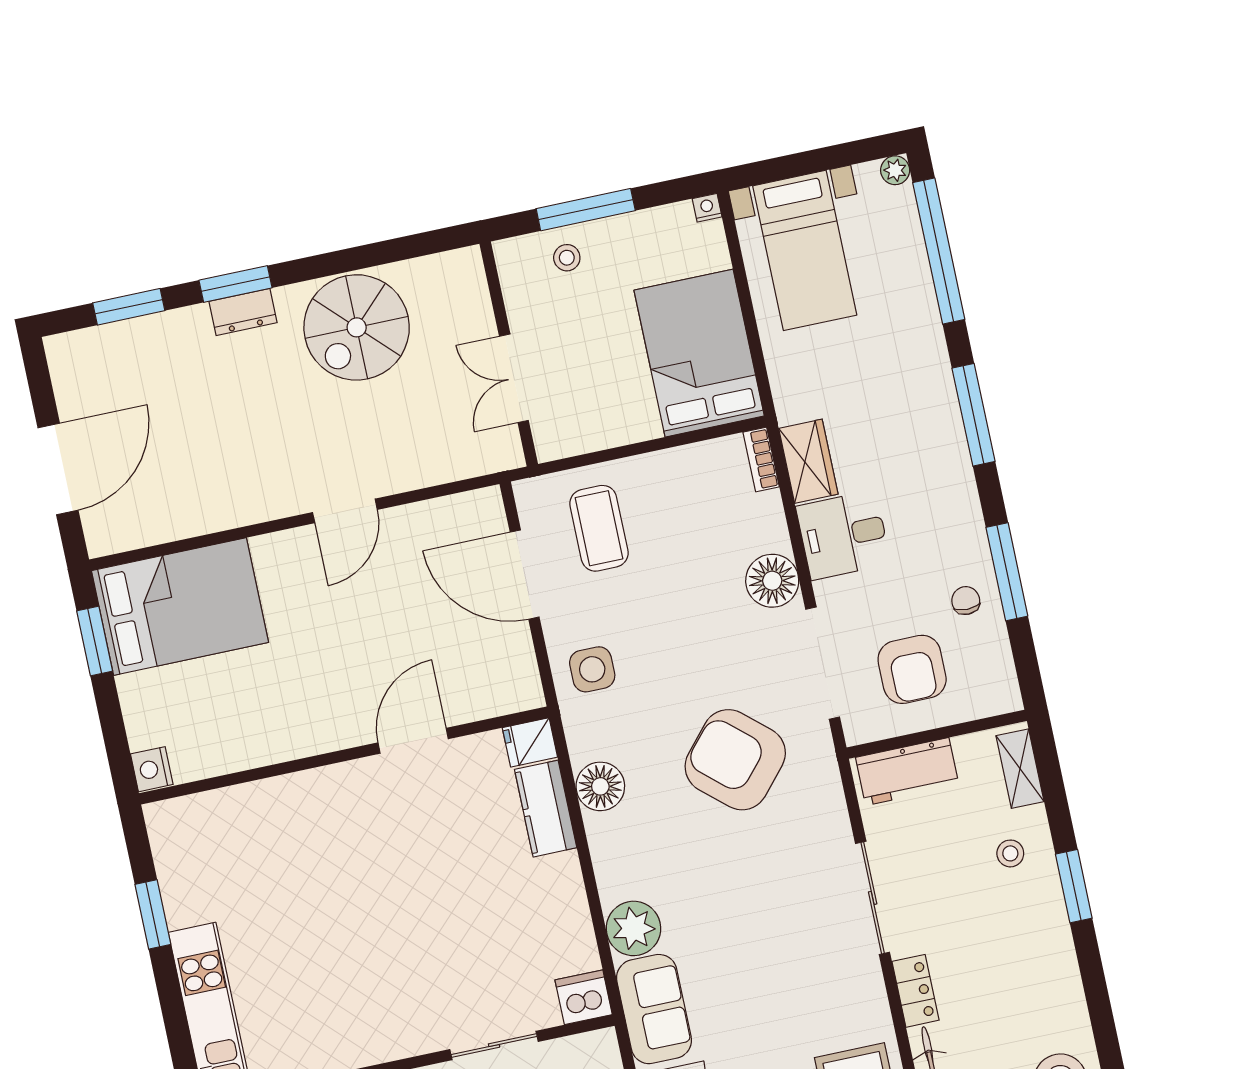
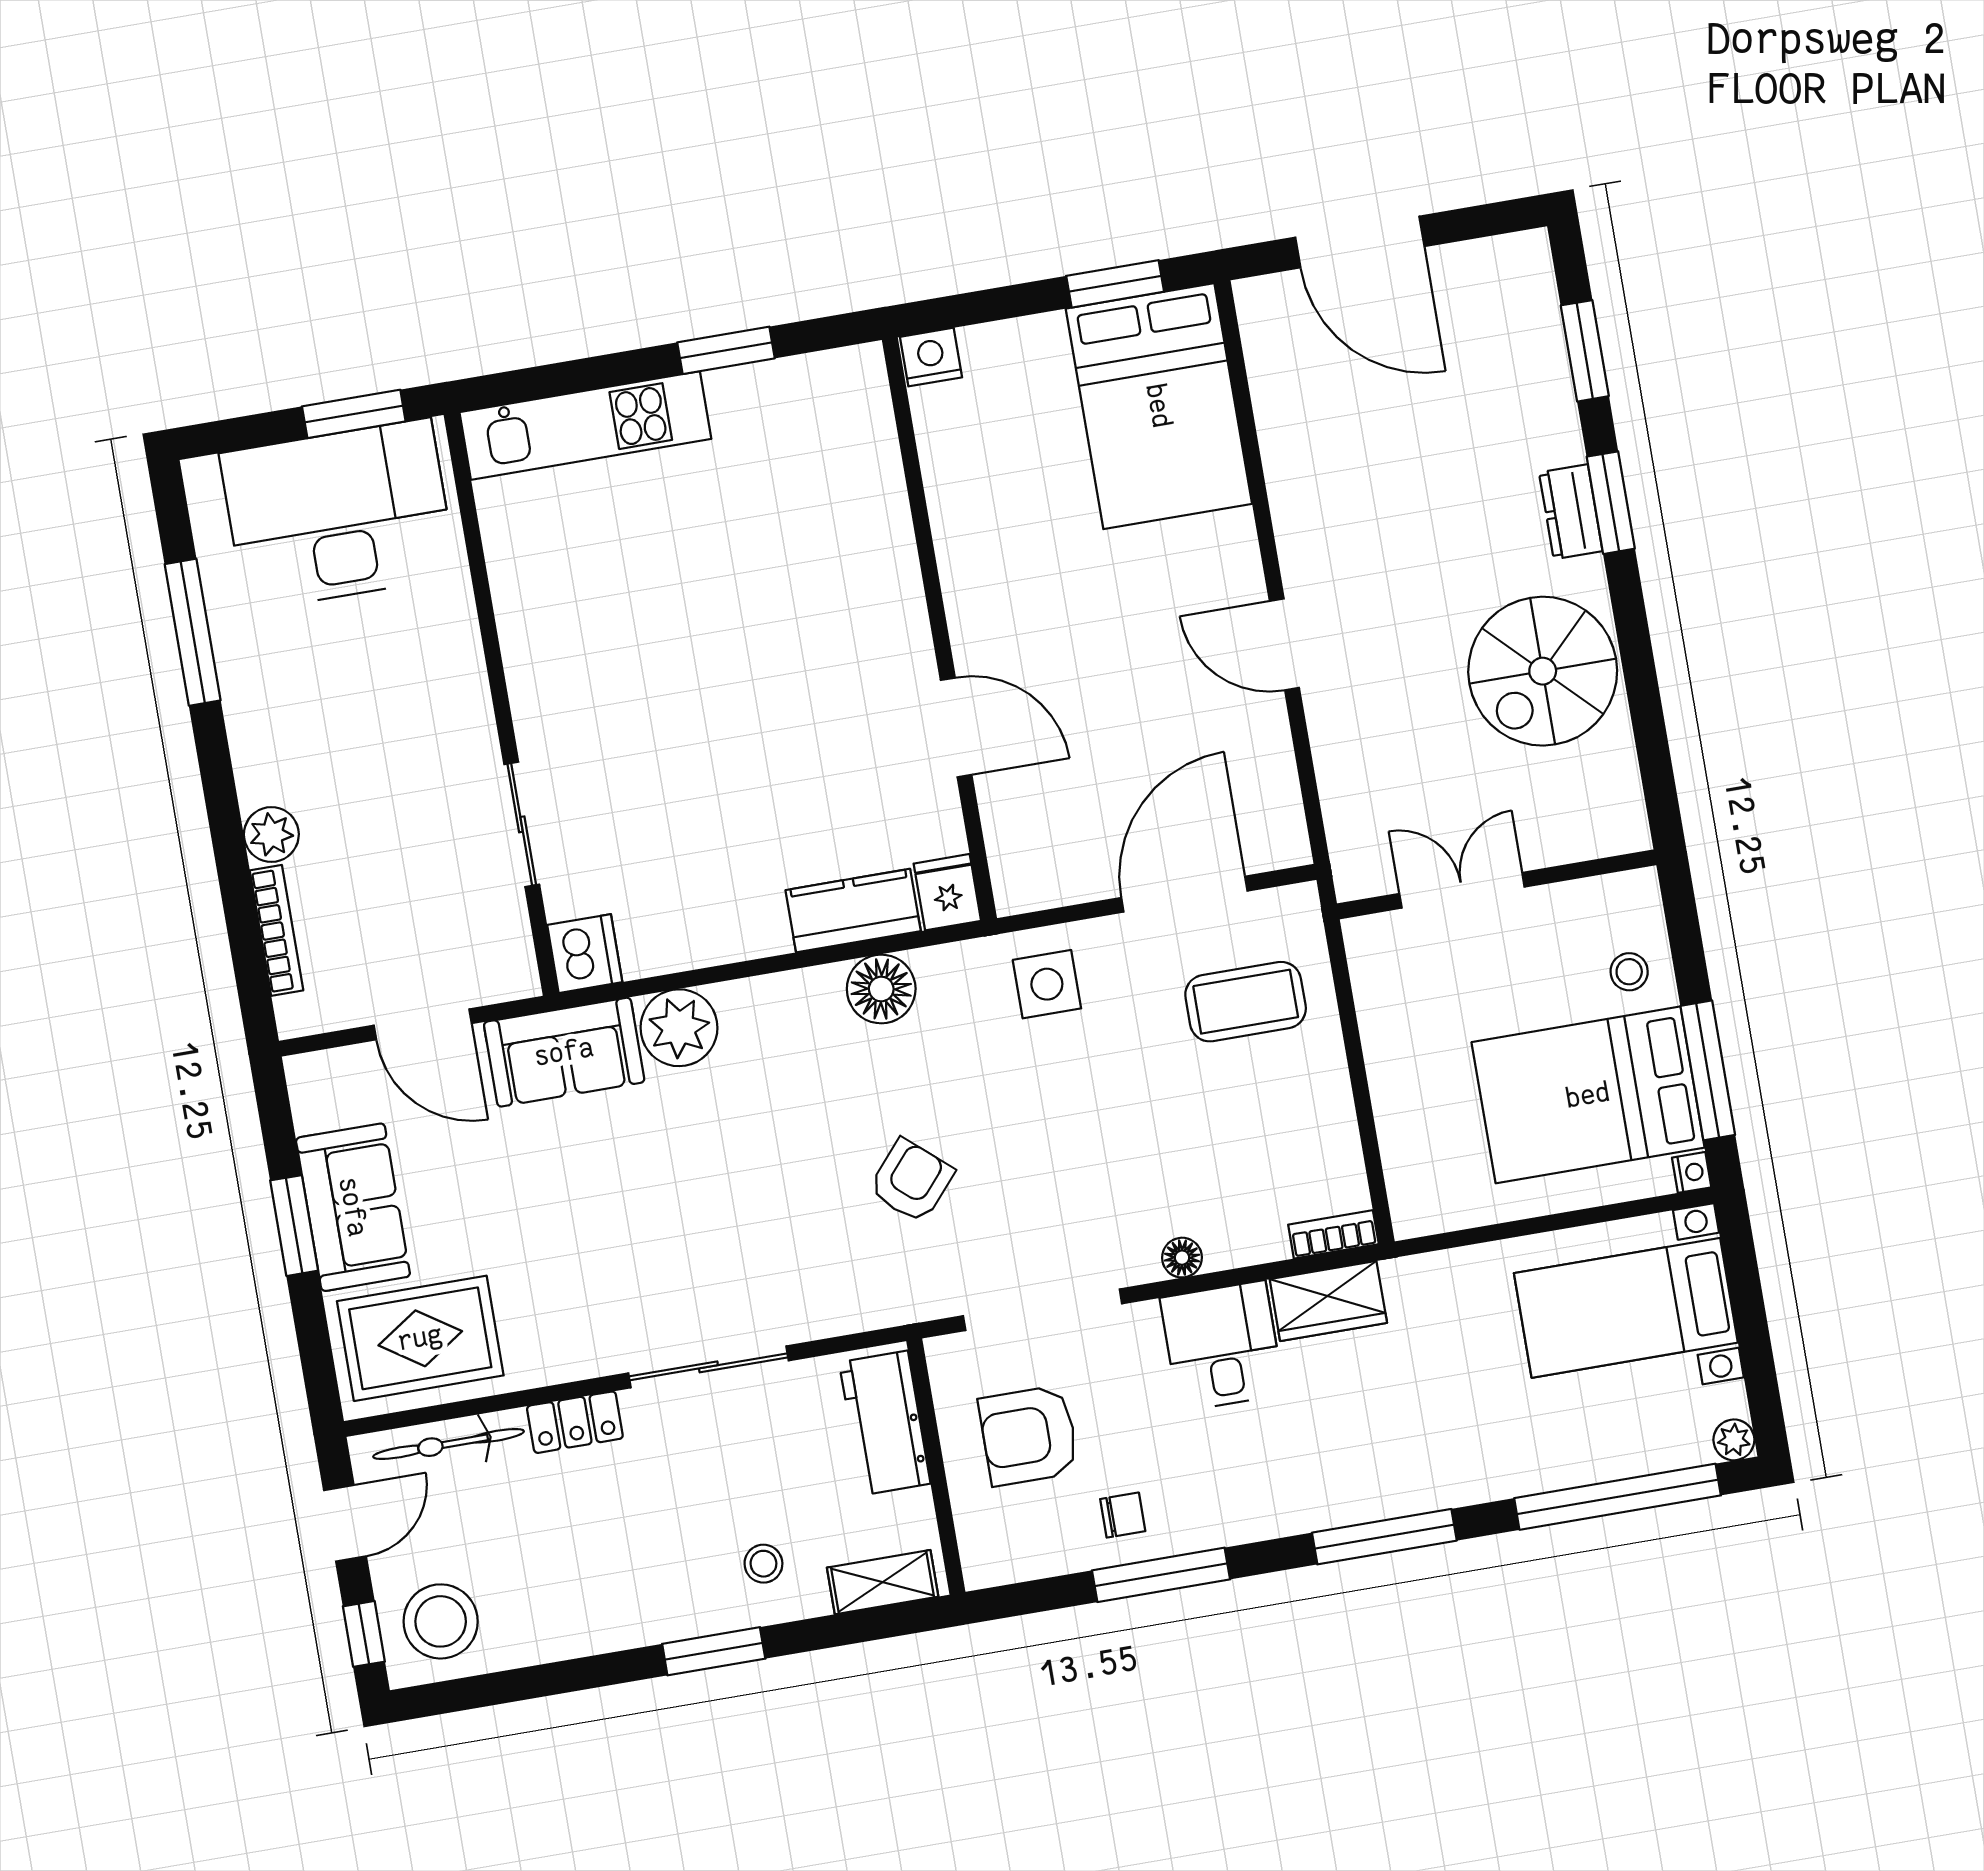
window: (586, 210) -> (1708, 1070), moved
spiral stairs: (357, 327) -> (1543, 671), turned -90
bed: (699, 353) -> (1588, 1095), moved, turned 180
floor lamp: (772, 581) -> (1182, 1258), width x0.53, depth x0.53
armchair: (735, 760) -> (911, 1181), width x0.53, depth x0.53

